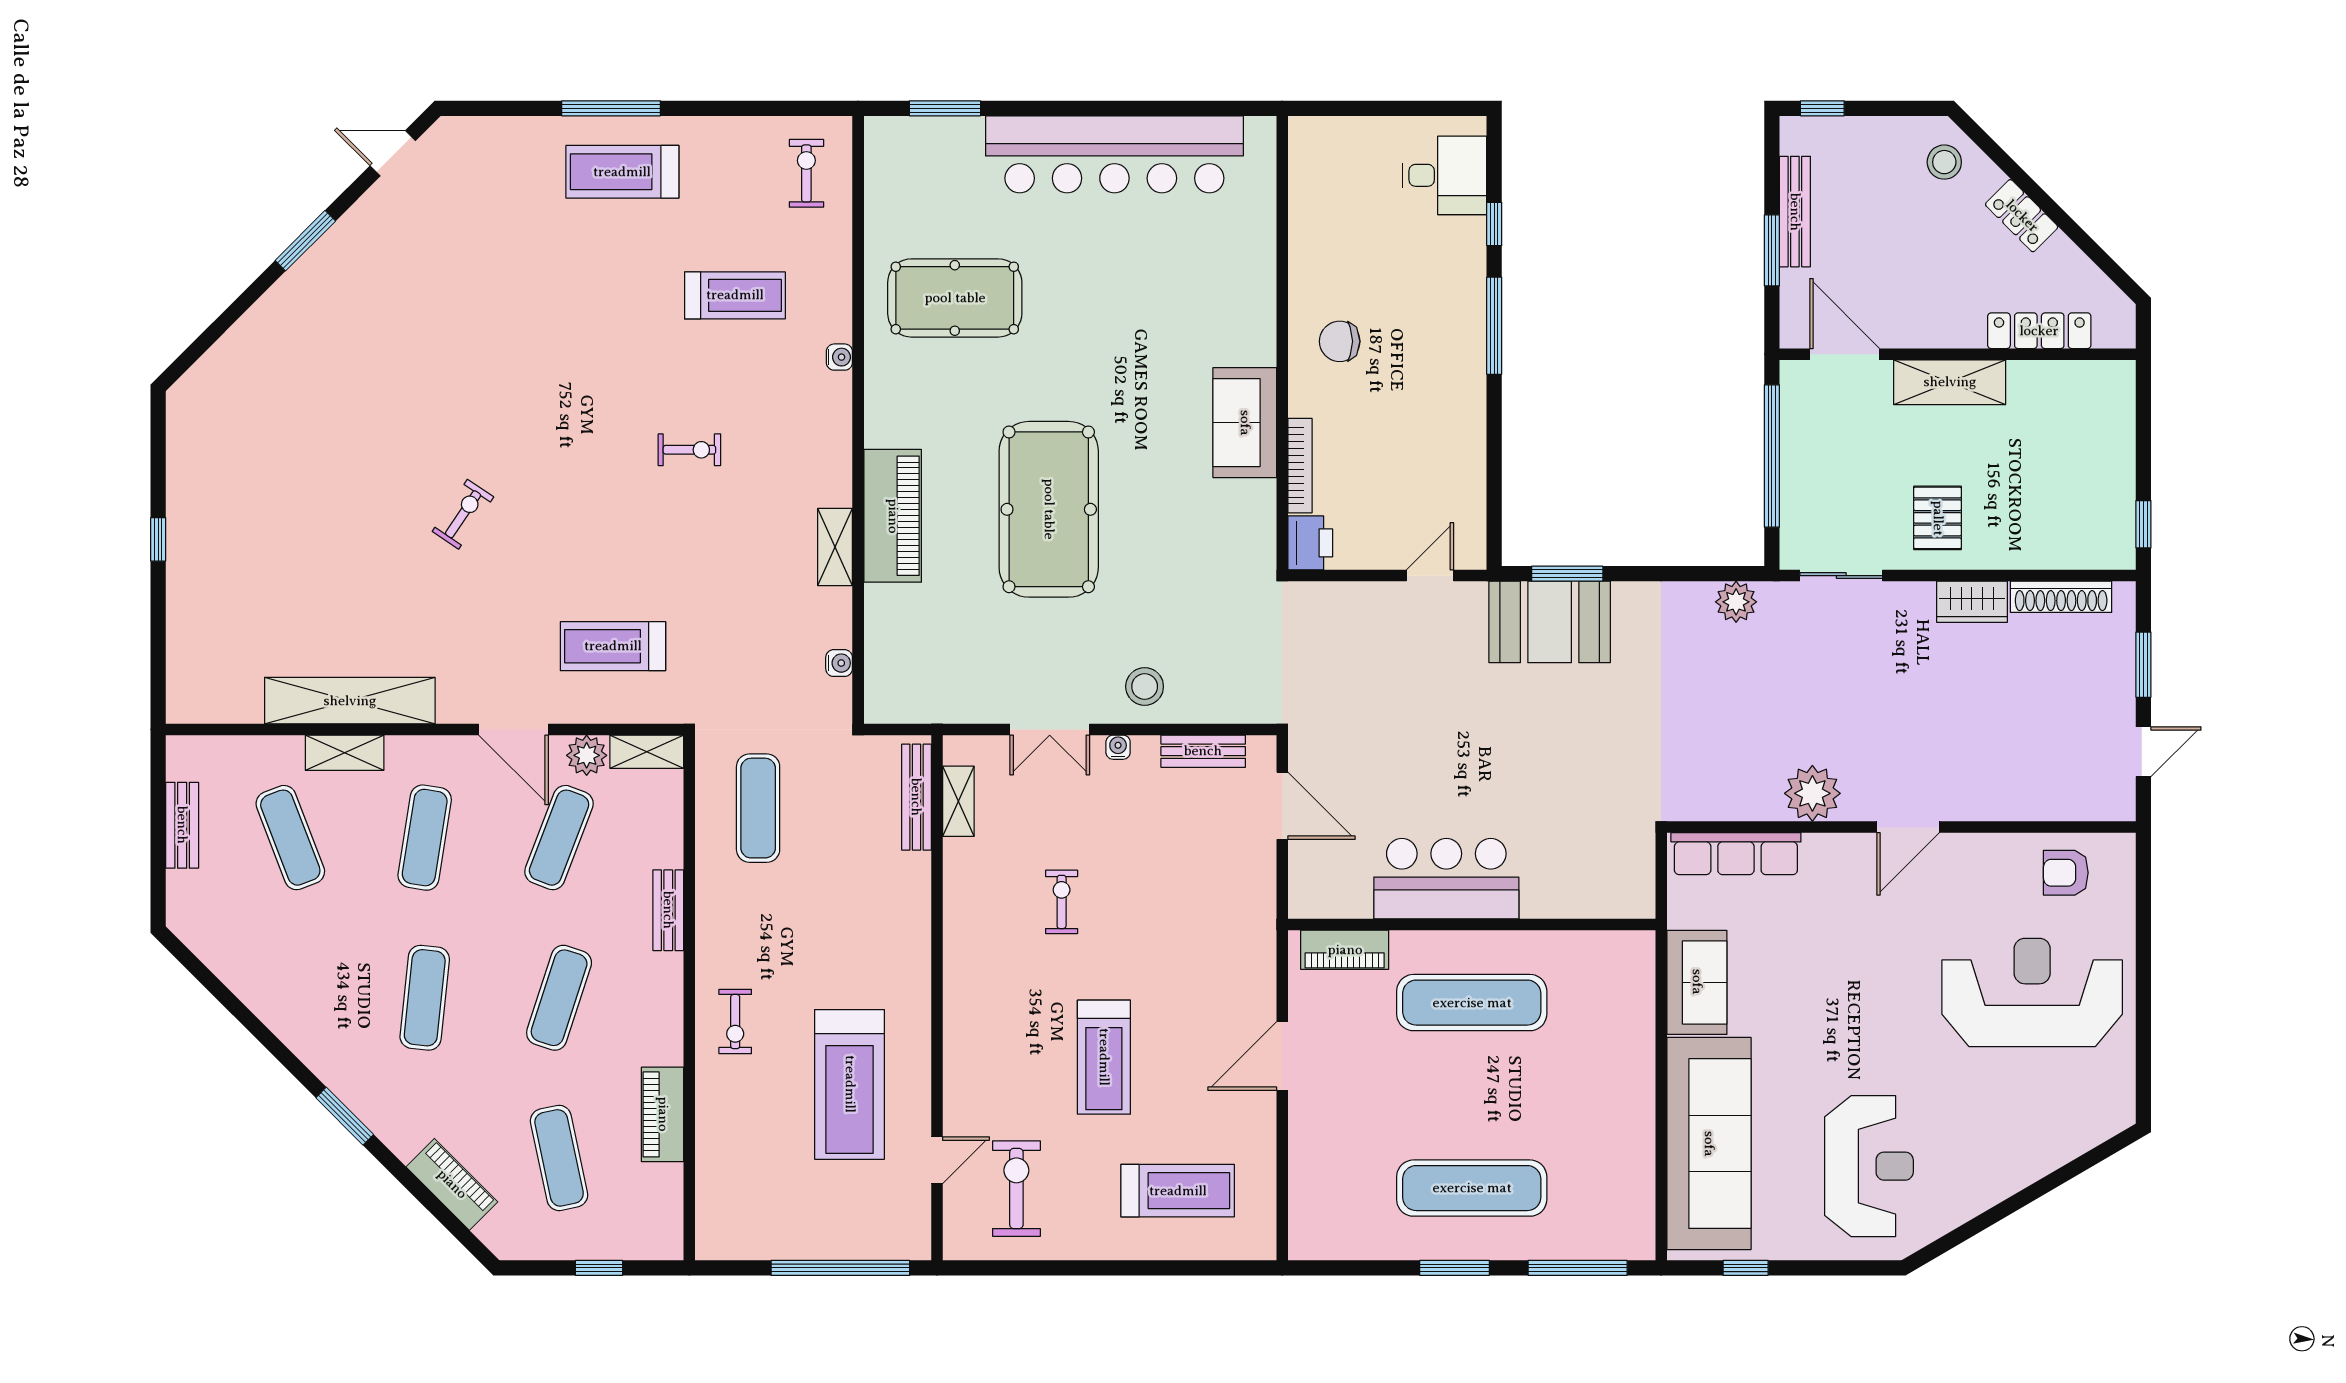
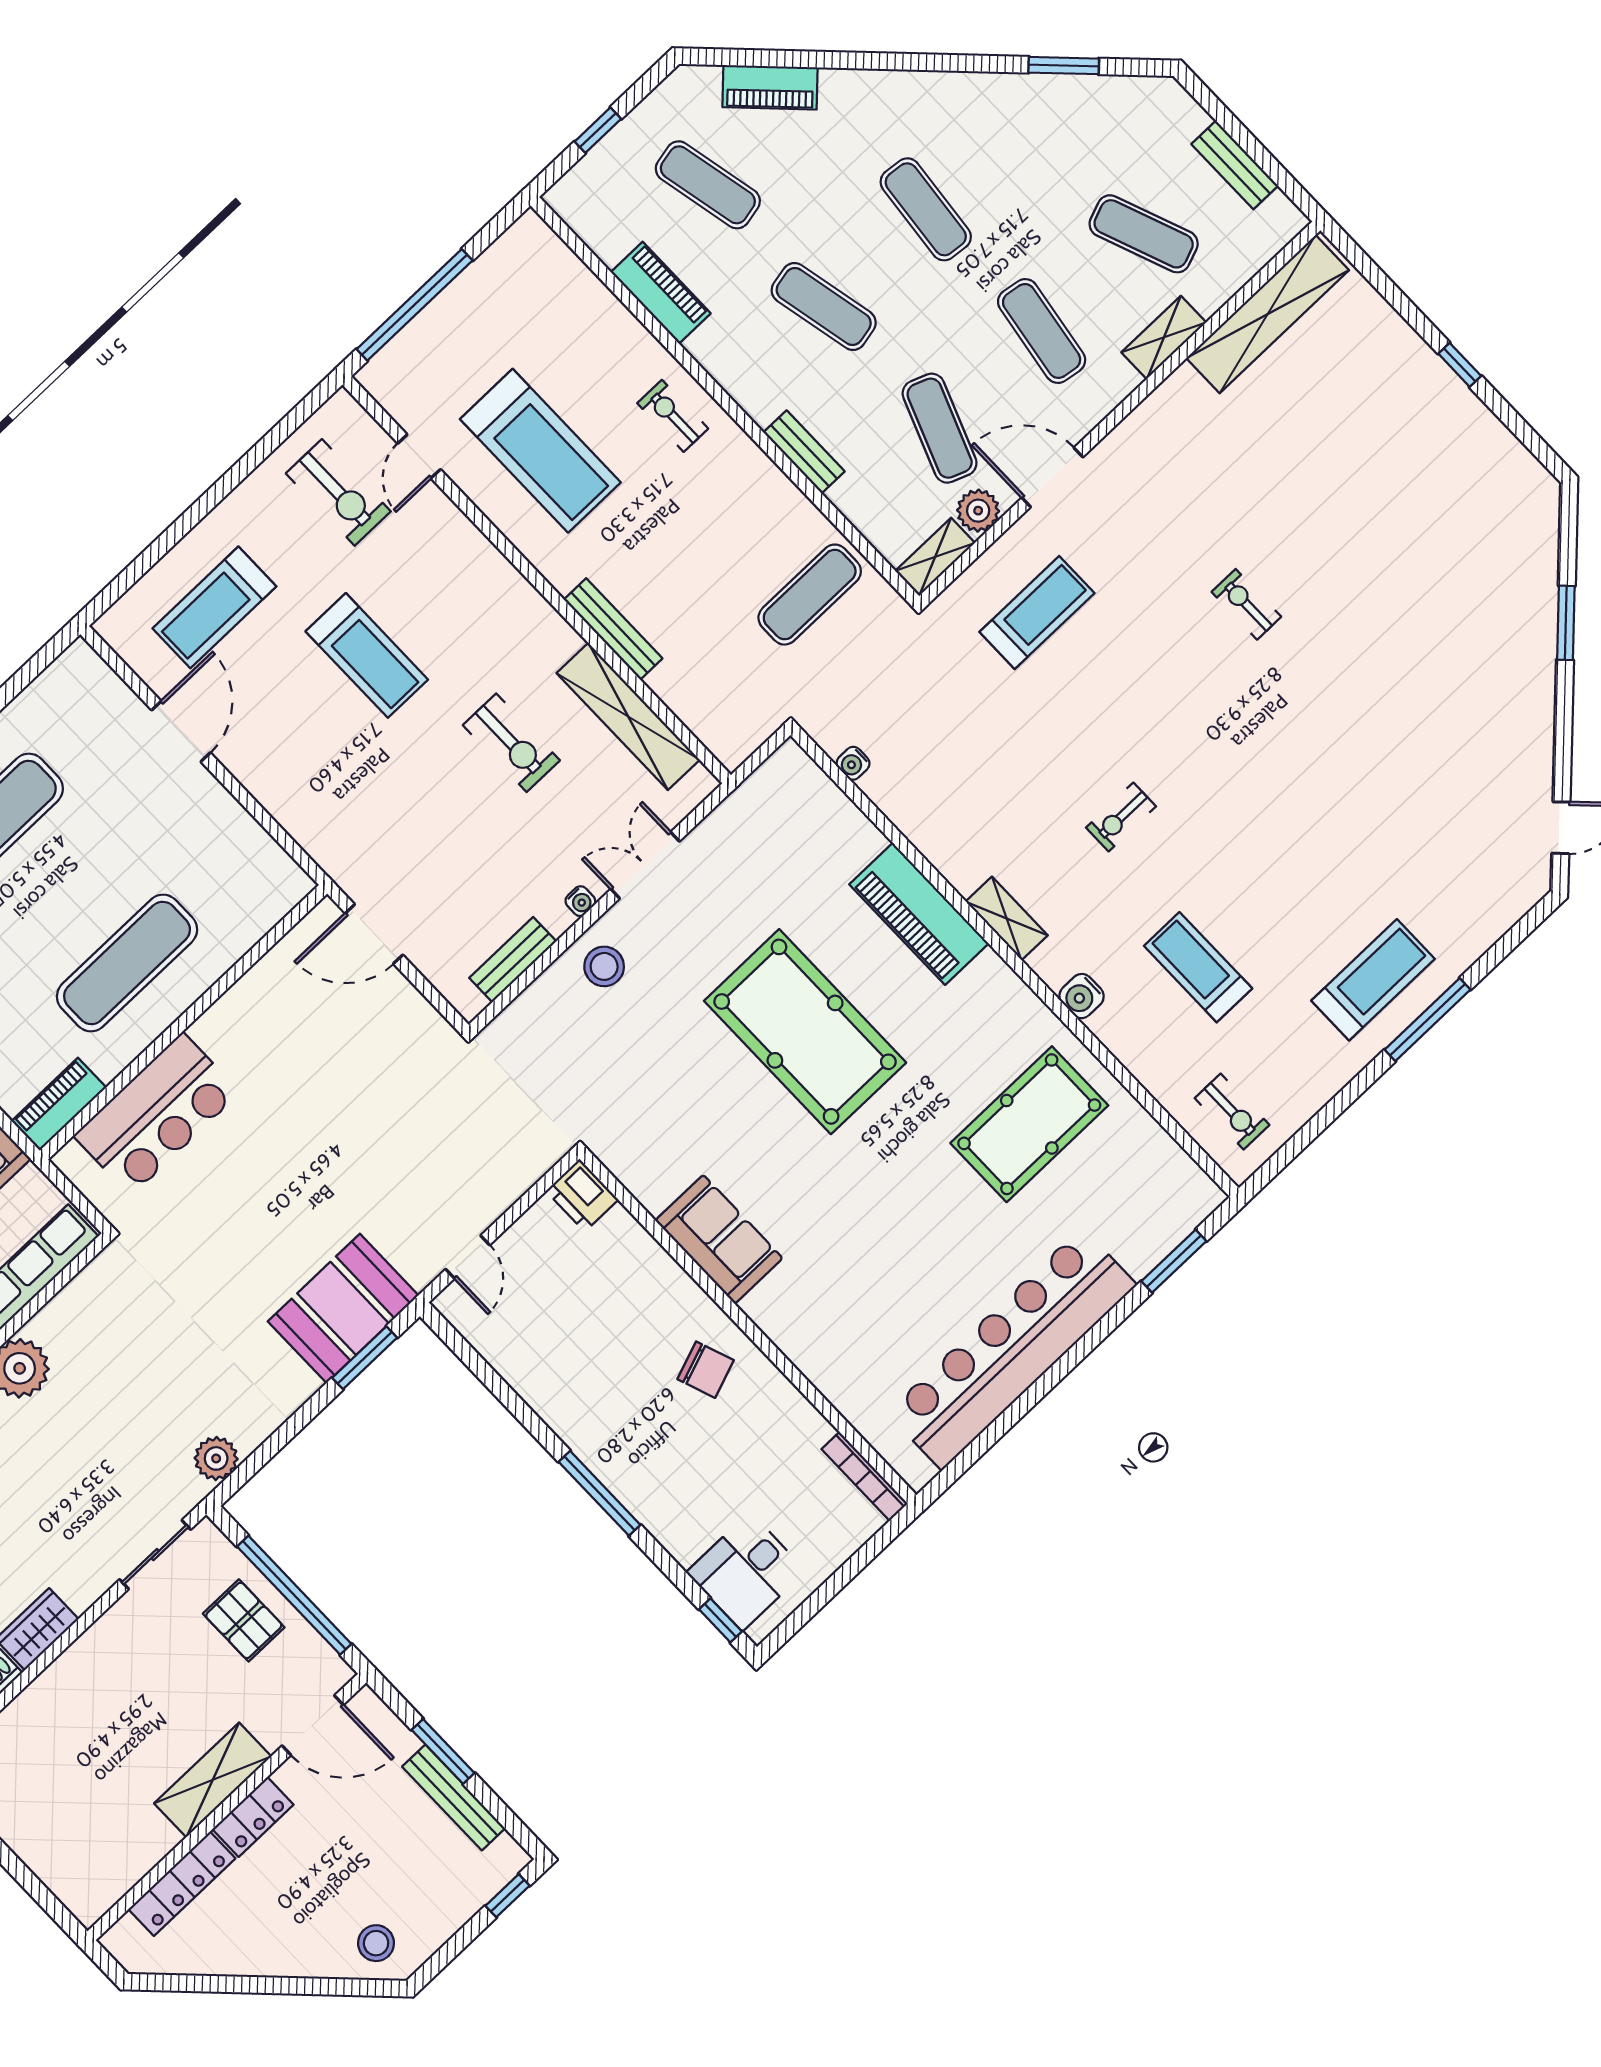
locker: (2022, 216) -> (253, 1817), moved, turned 135
window: (1494, 224) -> (720, 1620), moved
window: (305, 241) -> (1566, 623), moved
treadmill: (735, 295) -> (1198, 967), turned 90
chair: (1340, 341) -> (706, 1370), turned 70
water cooler: (839, 357) -> (1082, 996), width x1.38, depth x1.38
bookcase: (1300, 466) -> (865, 1476), moved
exercise bike: (463, 514) -> (1246, 604), turned 146
pallet: (1938, 518) -> (244, 1620), moved
shelving: (835, 547) -> (1007, 918), moved
shelving: (350, 701) -> (1268, 314), moved
bench: (916, 797) -> (613, 629), moved
shelving: (958, 801) -> (628, 716), width x2.20, depth x1.33
door: (1282, 806) -> (374, 934), moved
exercise mat: (758, 808) -> (810, 595), turned 90
bar counter: (1446, 879) -> (157, 1114), moved
exercise bike: (1062, 902) -> (511, 743), width x1.38, depth x1.39
piano: (1345, 950) -> (59, 1104), moved
exercise mat: (559, 998) -> (824, 306), turned -30
door: (1282, 1056) -> (181, 731), moved
treadmill: (1104, 1057) -> (367, 655), turned 180
treadmill: (850, 1084) -> (540, 451), turned 180
window: (345, 1116) -> (1064, 66), moved

